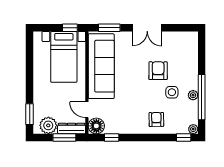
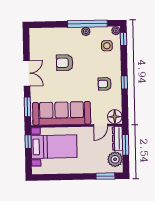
side table: (172, 92) -> (107, 46), moved
armchair: (156, 119) -> (105, 84), moved
window: (112, 138) -> (124, 82), moved

